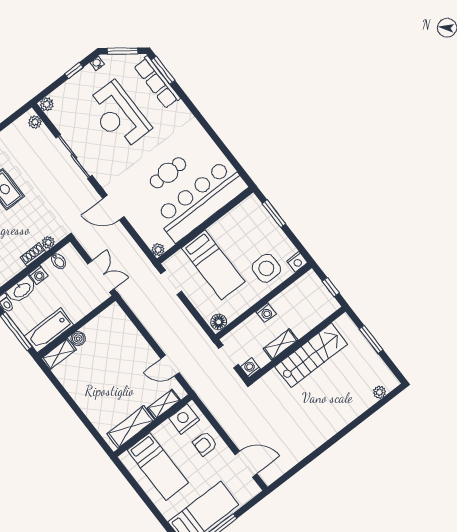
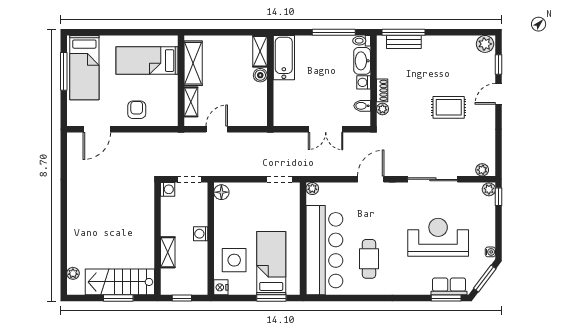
window: (74, 70) -> (499, 197), moved
row of seats: (157, 82) -> (449, 286), width x0.68
cafe table: (168, 173) -> (369, 259), moved
bed: (213, 265) -> (271, 263), moved, turned 90
wall: (76, 327) -> (270, 81), moved
bathtub: (49, 330) -> (284, 58), moved
boiler: (78, 339) -> (260, 75), moved
shelving: (281, 344) -> (168, 252), moved
shelving: (59, 354) -> (260, 51), moved
stairs: (311, 355) -> (120, 282), moved, turned 90
nightstand: (184, 419) -> (168, 109), removed

